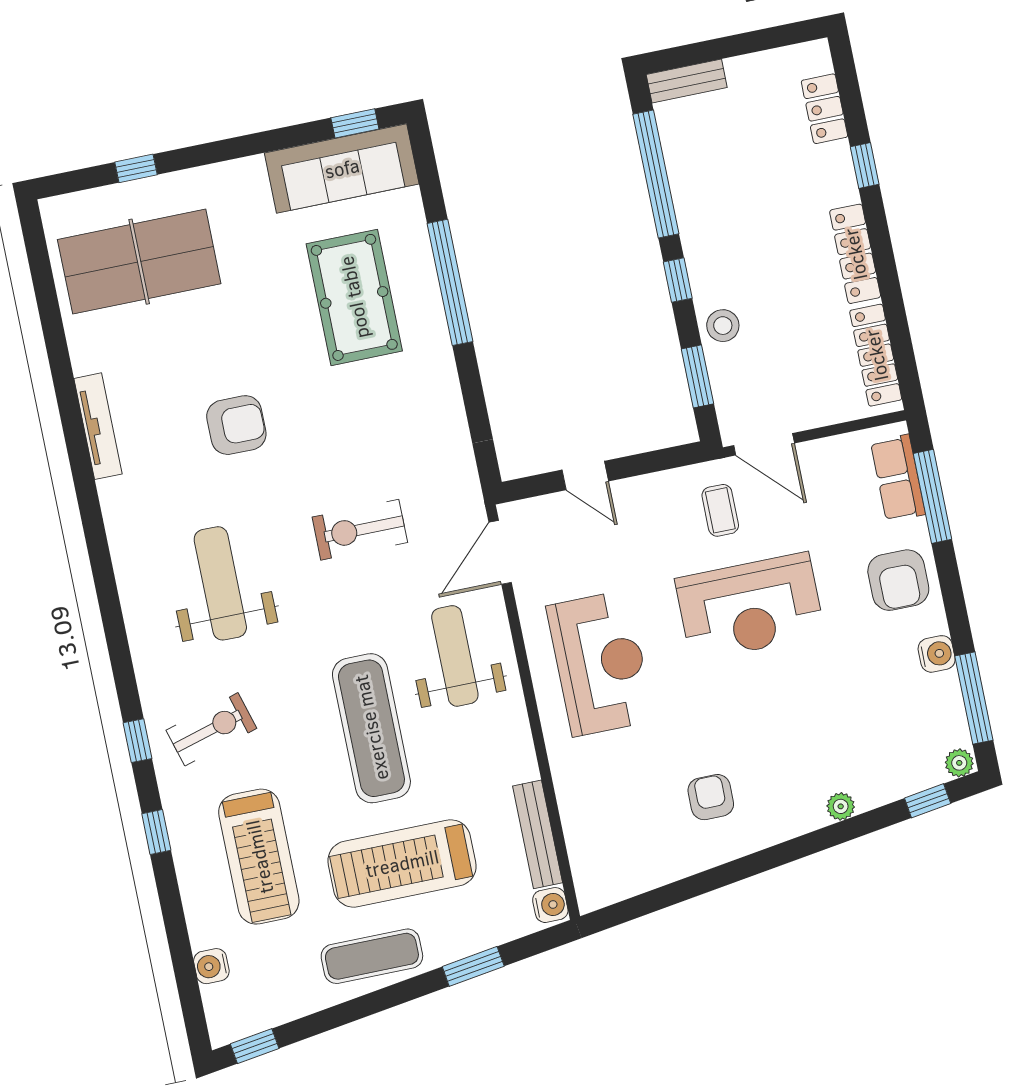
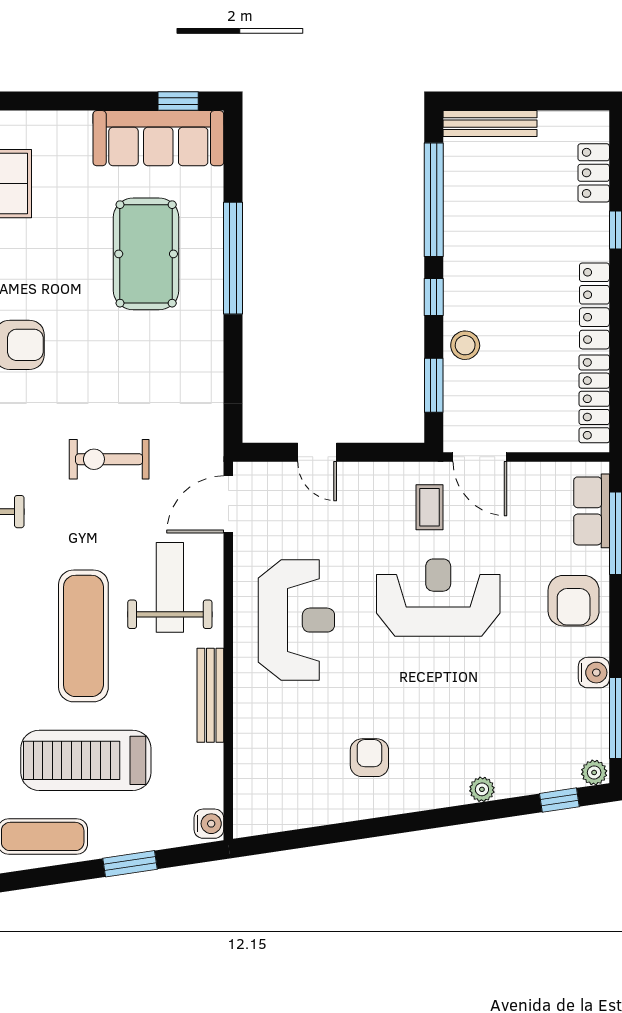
bench: (687, 81) -> (490, 124), width x1.36
reception desk: (750, 607) -> (438, 598), turned 180
bench: (538, 834) -> (210, 695), moved

